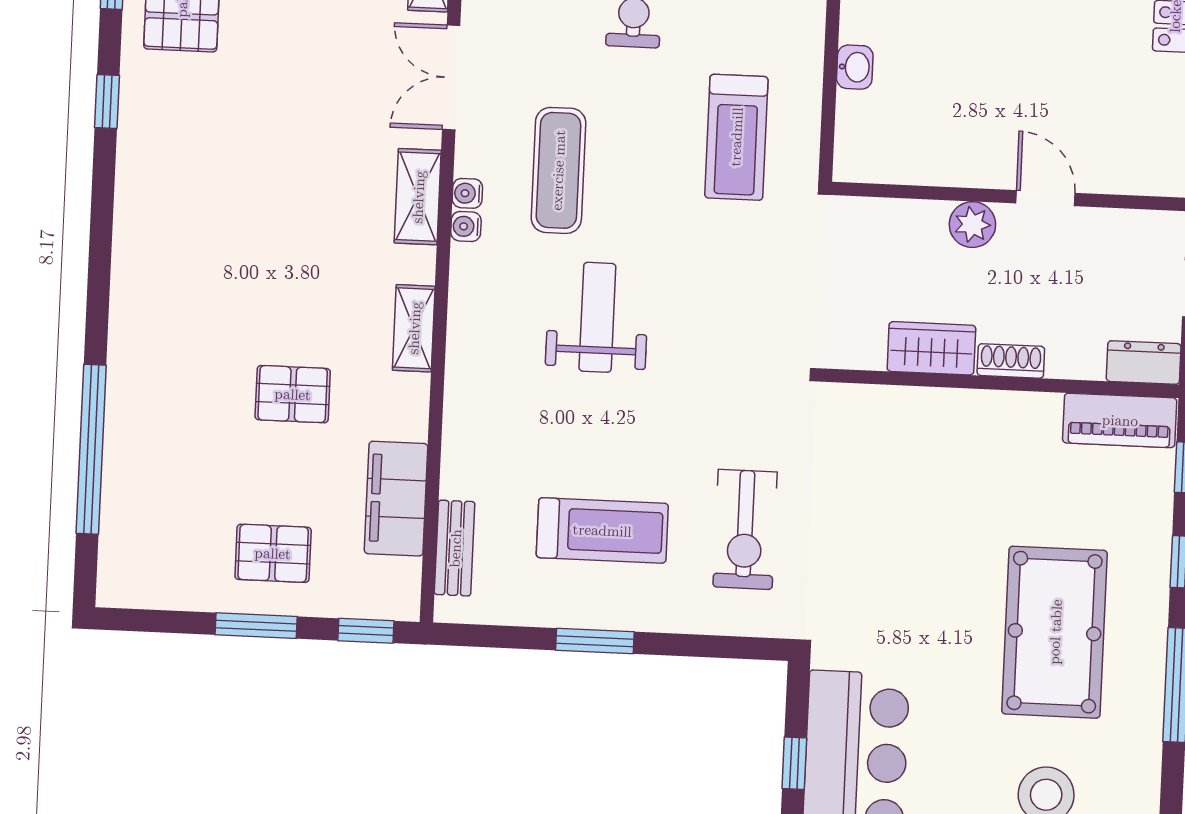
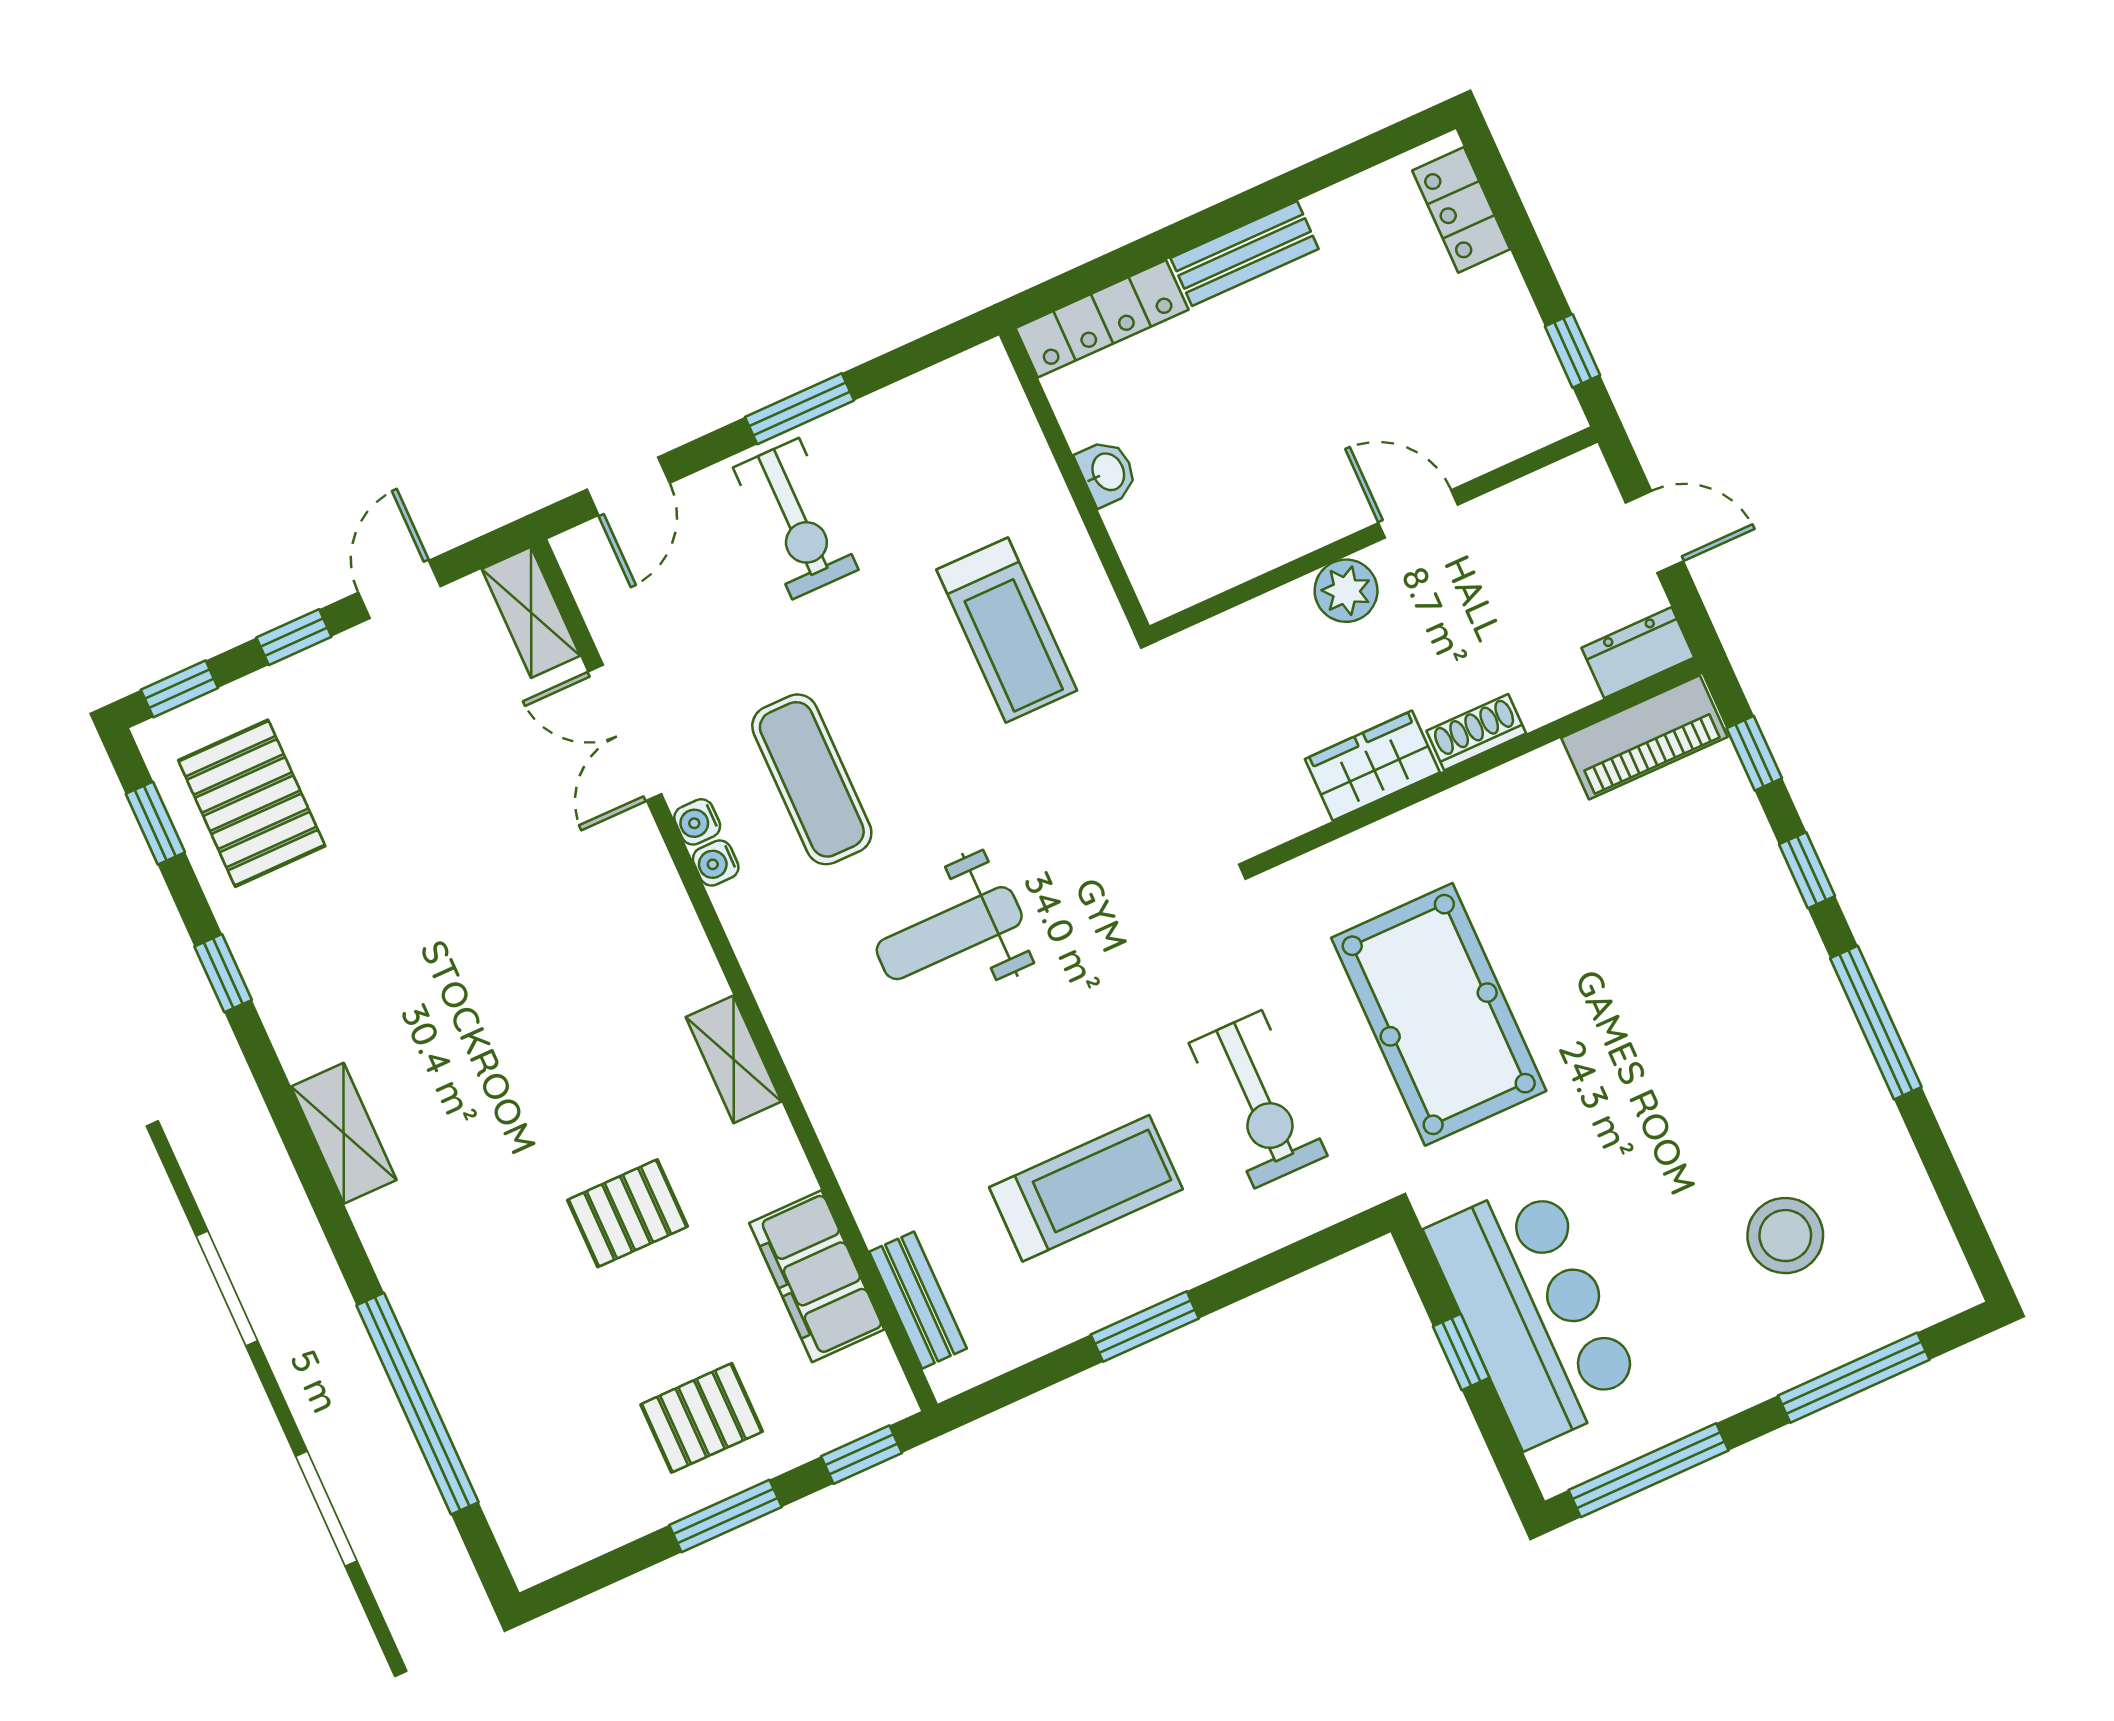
shelving: (418, 197) -> (344, 1133), moved
water cooler: (466, 226) -> (697, 822), moved
weight bench: (597, 317) -> (949, 933), turned -90
pool table: (1055, 632) -> (1439, 1014), moved

